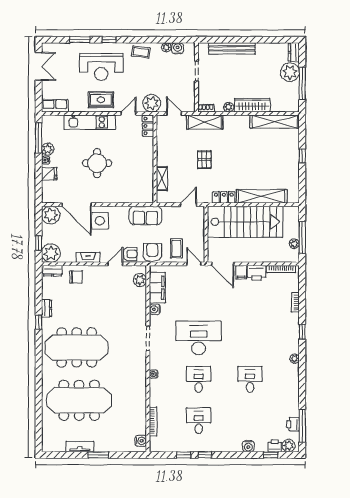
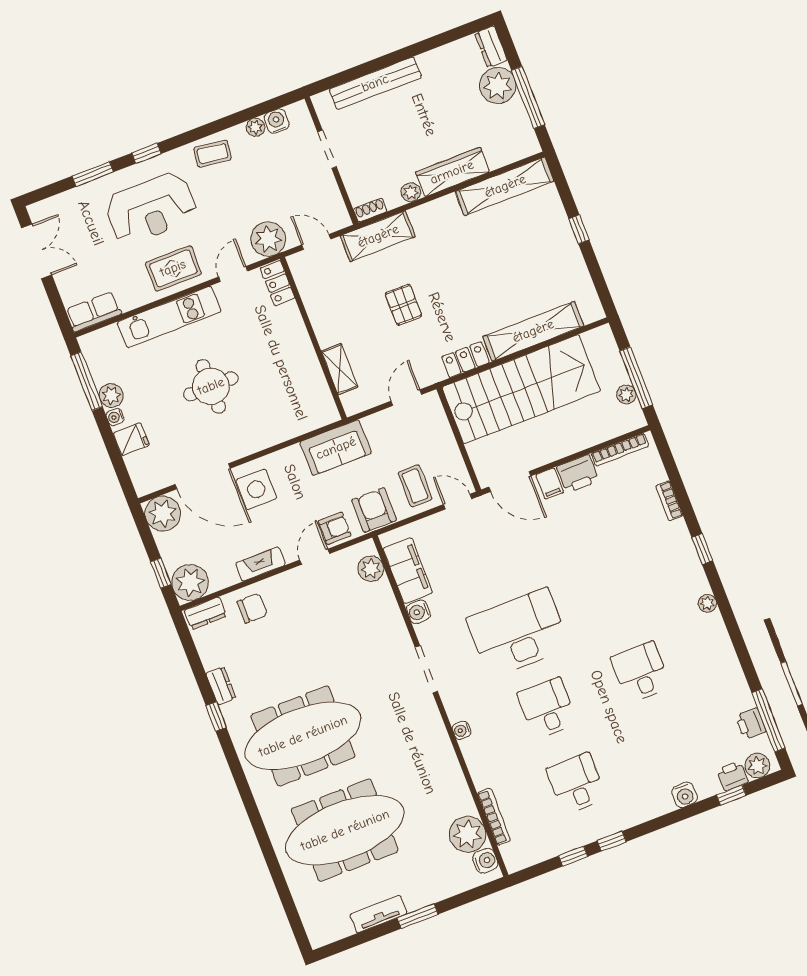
plant: (137, 425) -> (468, 834), added

